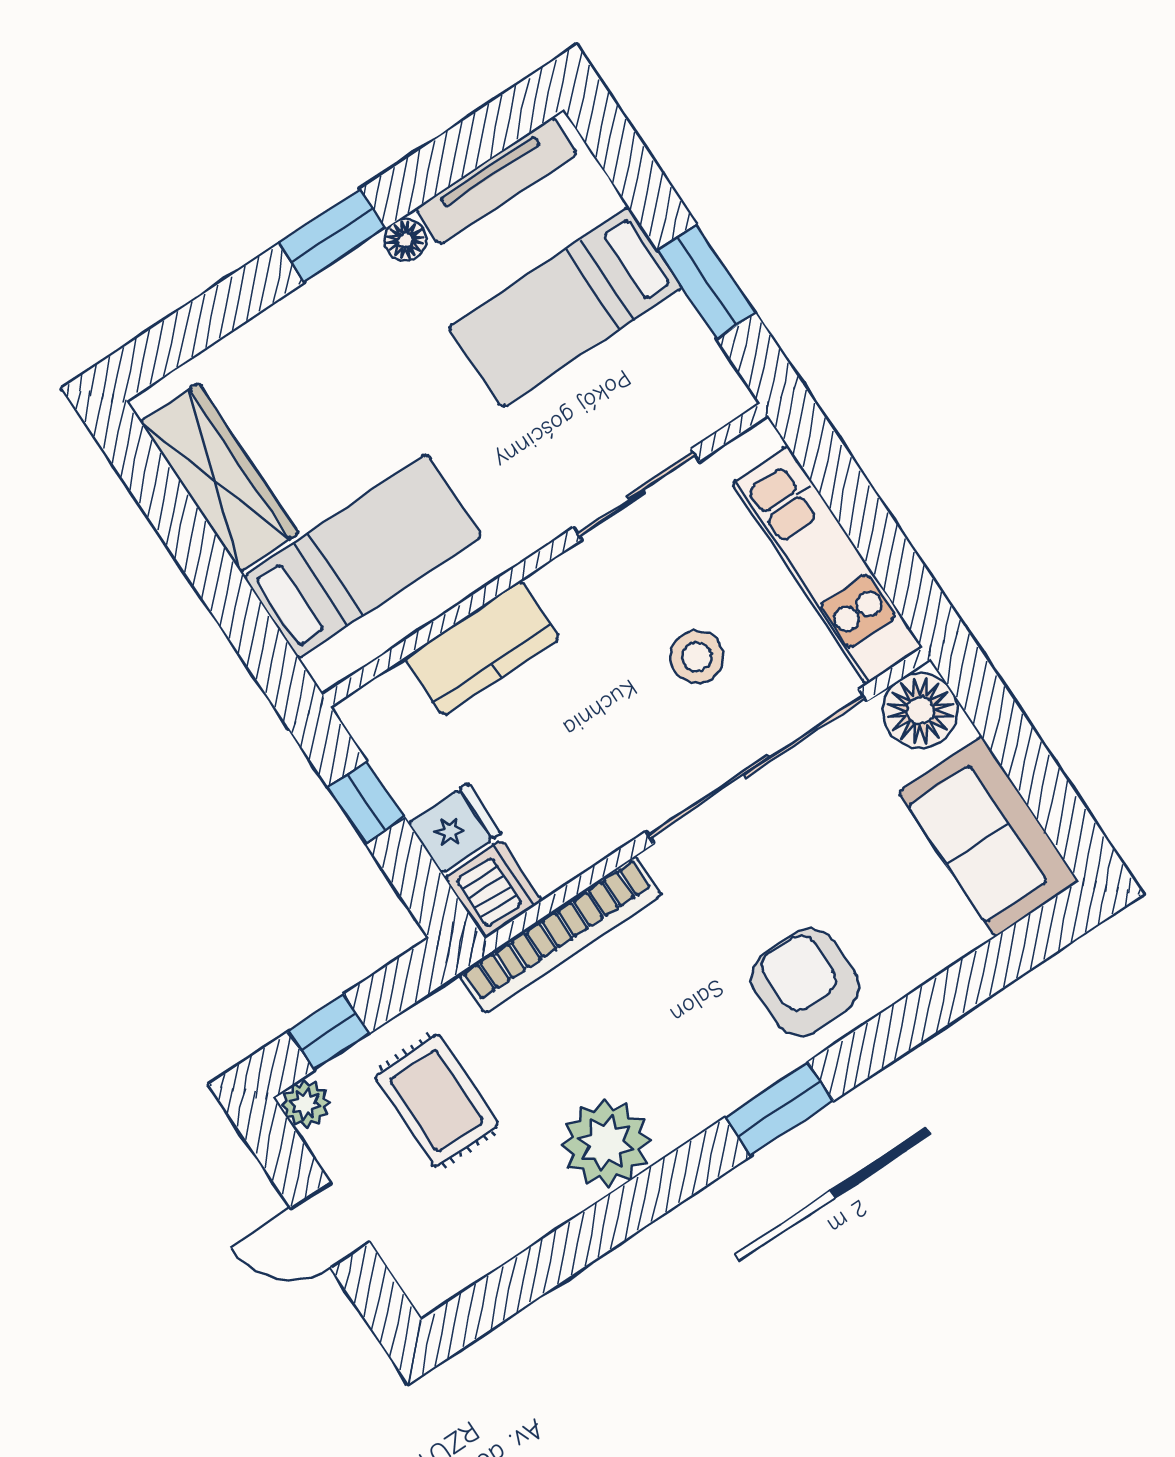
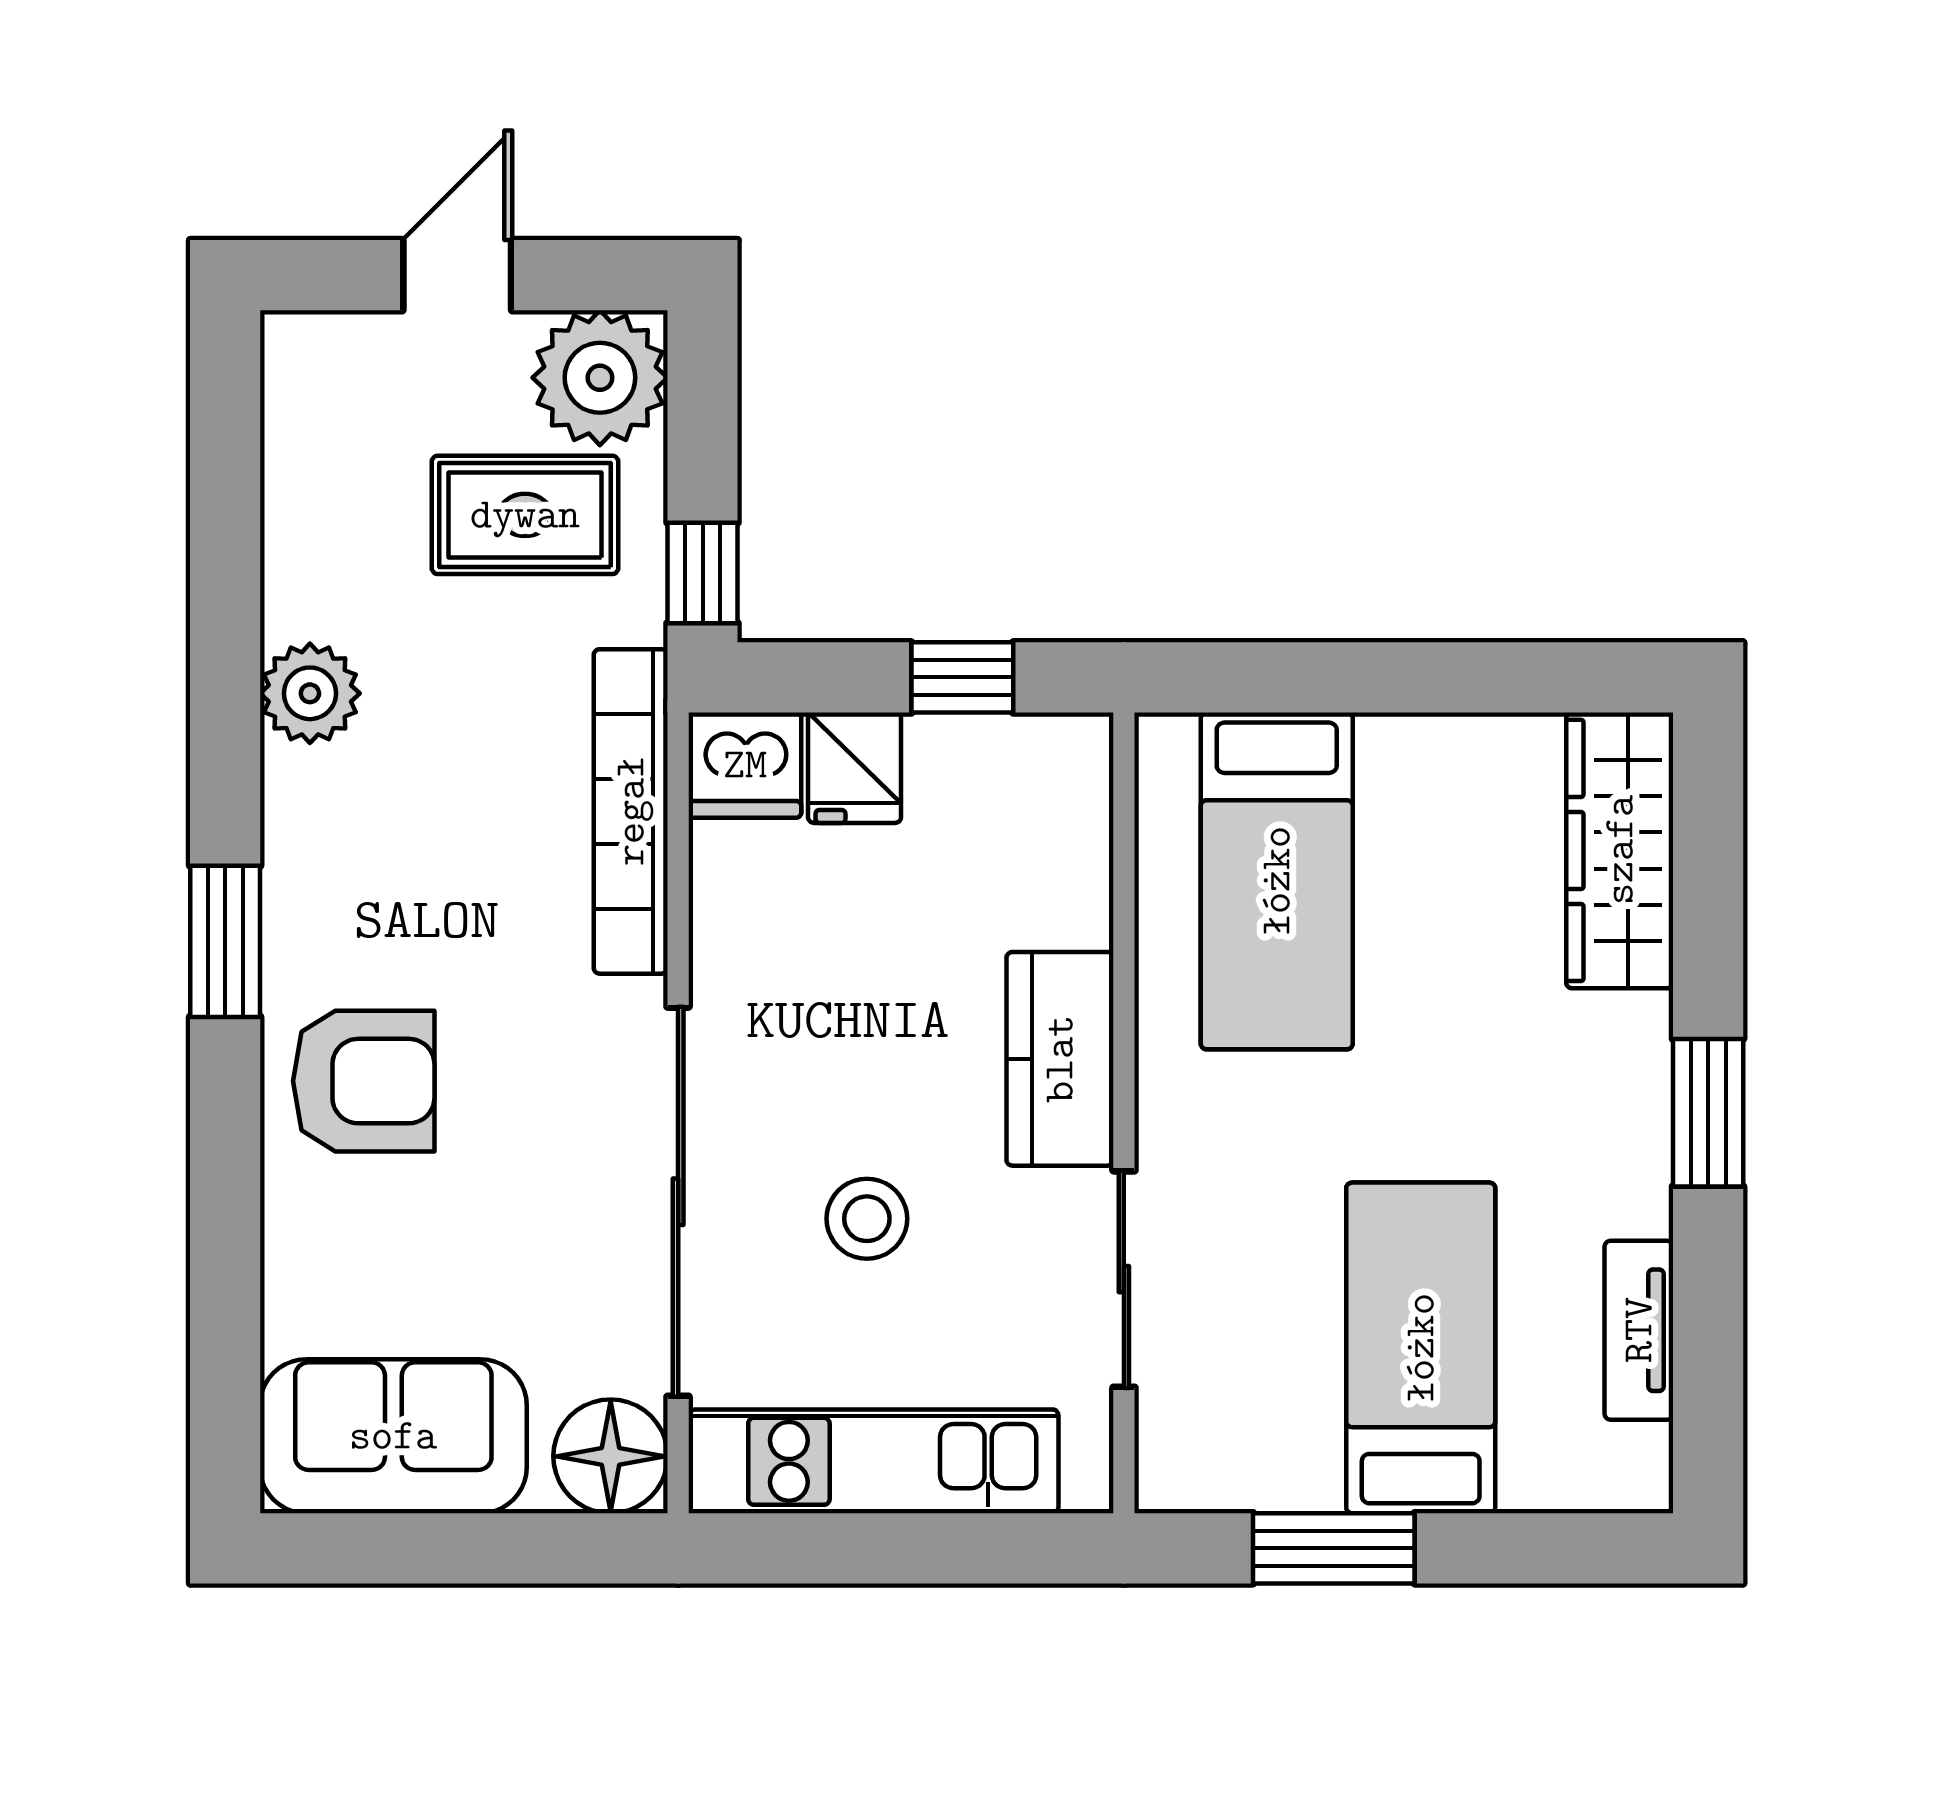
tv unit: (496, 181) -> (1639, 1330), width x0.71
floor lamp: (405, 240) -> (1641, 1202), removed
wardrobe: (219, 477) -> (1620, 850), moved, turned 90
kitchen counter: (482, 648) -> (1060, 1059), moved
window: (329, 1032) -> (703, 573), moved
plant: (306, 1104) -> (600, 378), width x1.87, depth x1.87
plant: (606, 1143) -> (310, 693), width x0.73, depth x0.73

